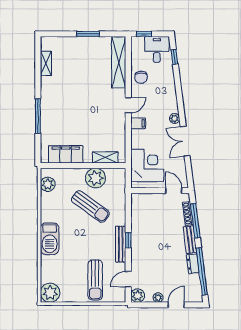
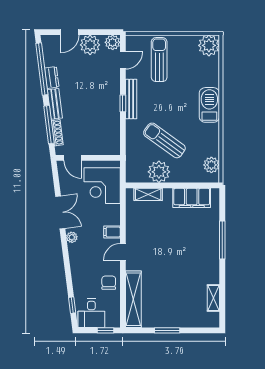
plant: (158, 298) -> (90, 45), width x1.88, depth x1.88

